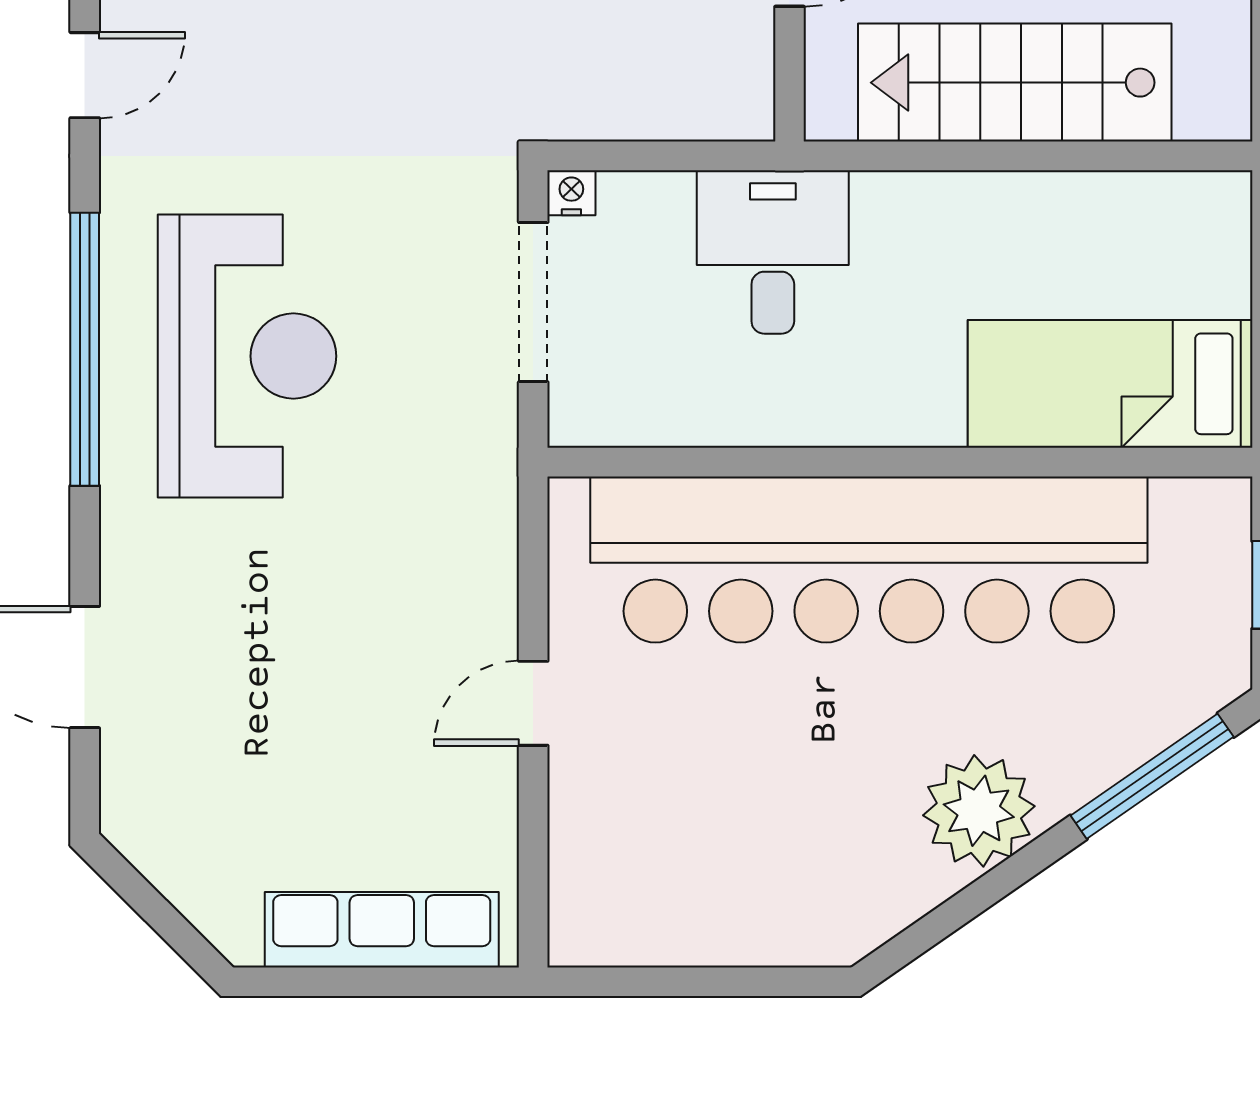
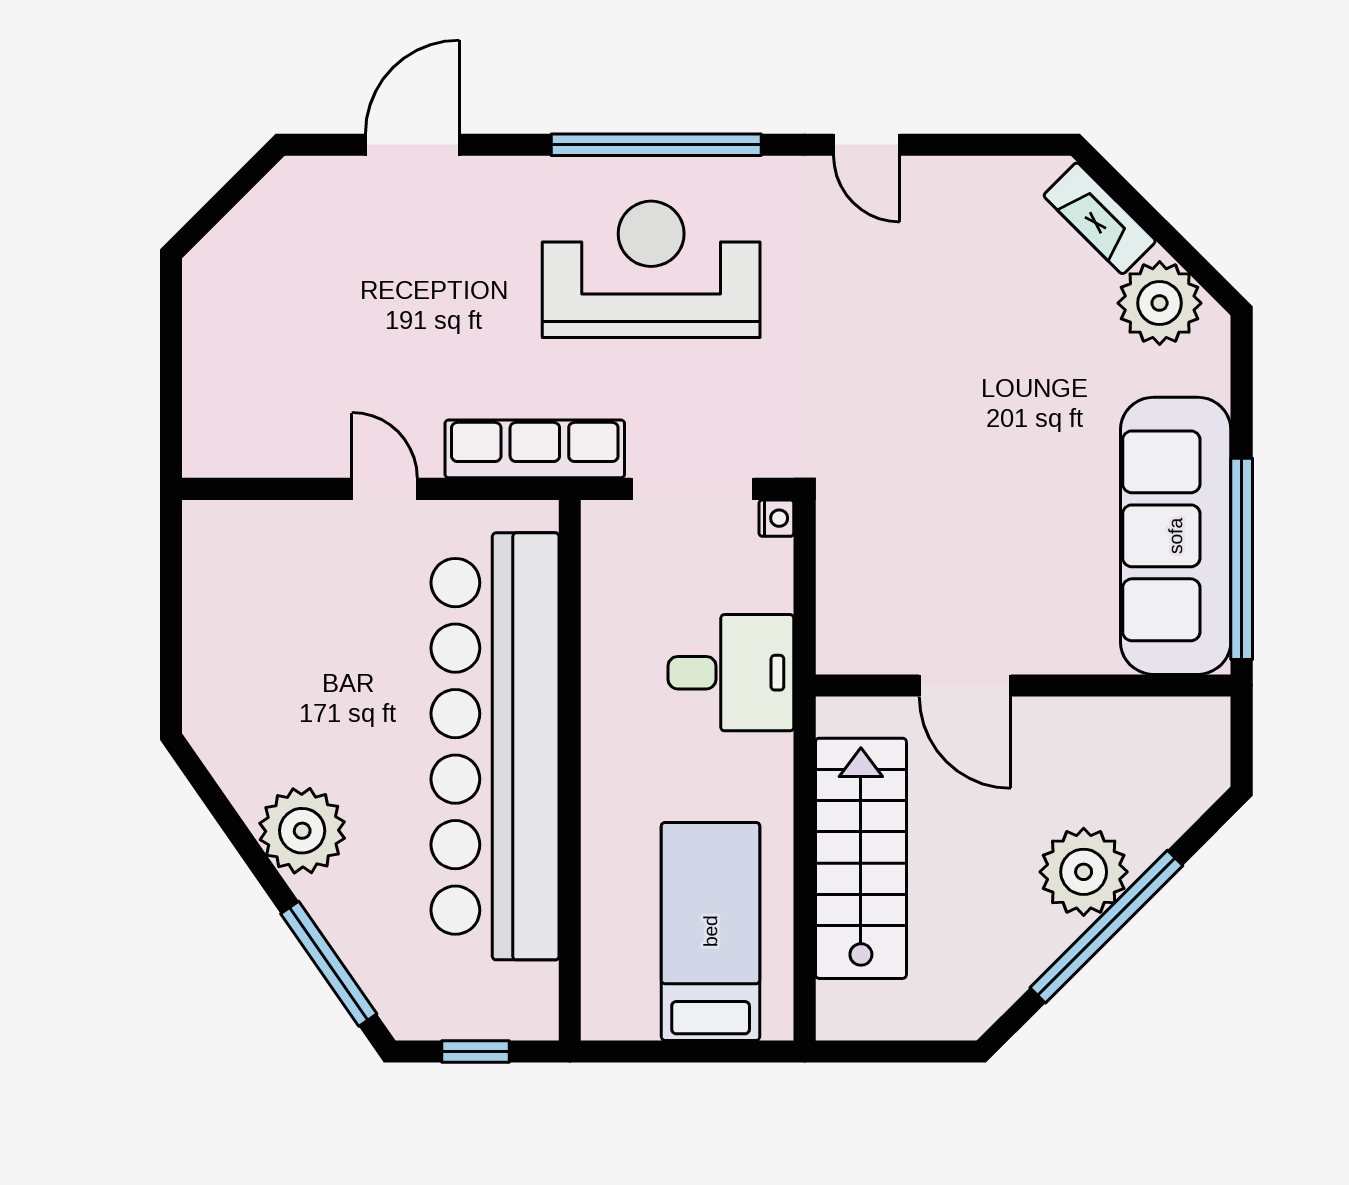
reception desk: (247, 356) -> (651, 269), turned 180
bed: (1110, 384) -> (711, 931), moved
row of seats: (382, 930) -> (535, 449), moved, turned -90

